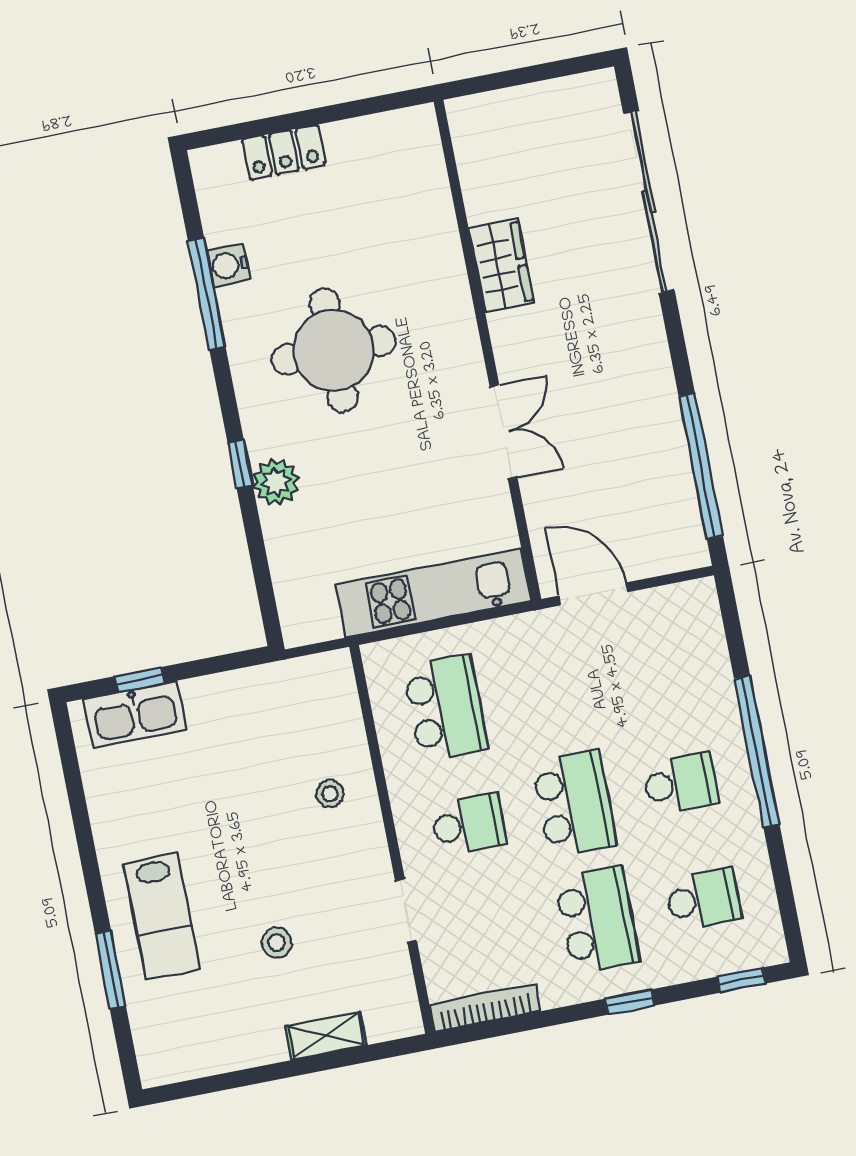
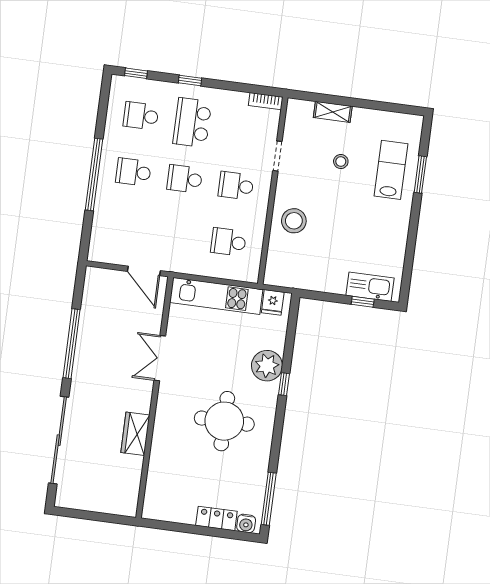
water cooler: (228, 265) -> (246, 523), moved, turned 90
window: (207, 294) -> (269, 499), moved
window: (701, 466) -> (71, 344), moved
plant: (276, 482) -> (267, 366), width x1.36, depth x1.36
fridge: (317, 618) -> (273, 302), added
school desk: (445, 708) -> (228, 242), width x0.54
stool: (330, 794) -> (294, 221), width x1.89, depth x1.89
school desk: (574, 804) -> (185, 179), width x0.54
lab bench: (162, 916) -> (391, 170), moved
bookcase: (485, 1008) -> (266, 101), width x0.64

